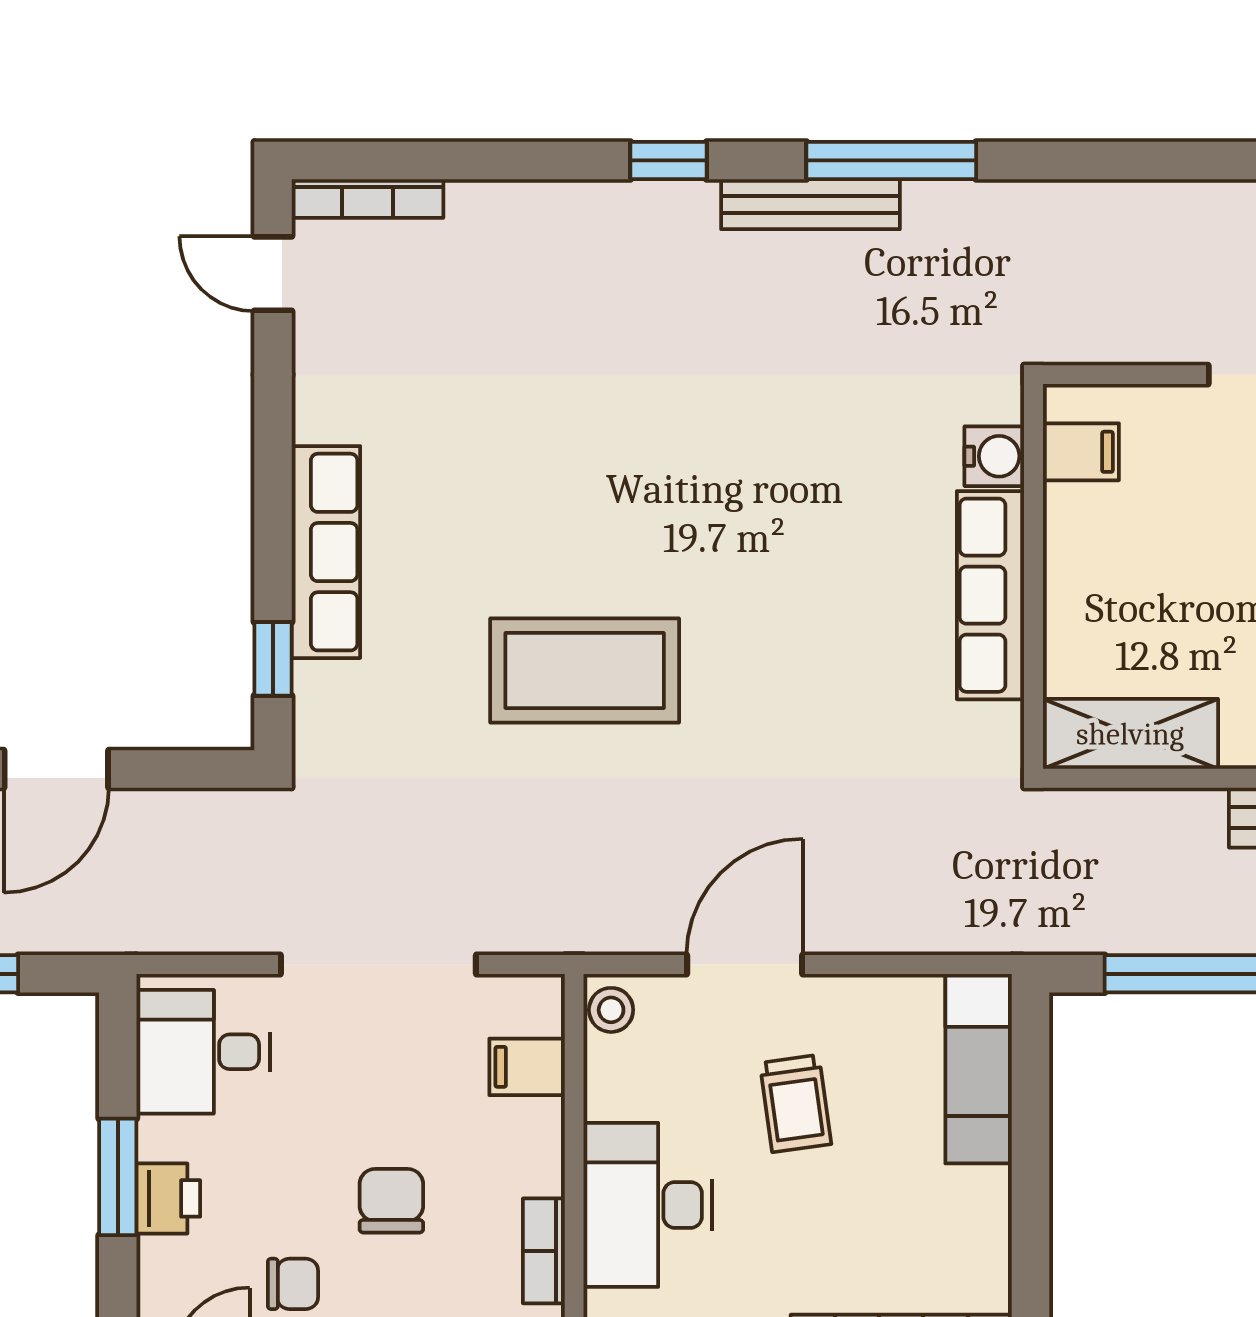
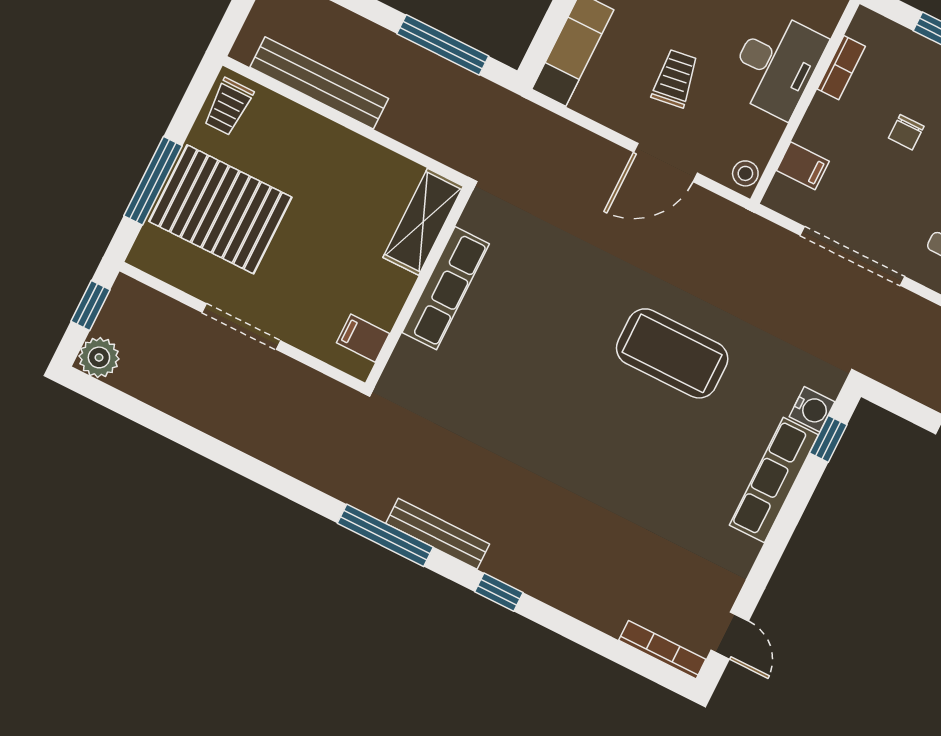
water cooler: (994, 456) -> (812, 409), moved, turned 180
shelving: (1130, 734) -> (423, 222), moved, turned 90
chair: (391, 1201) -> (906, 132), width x0.73, depth x0.73

